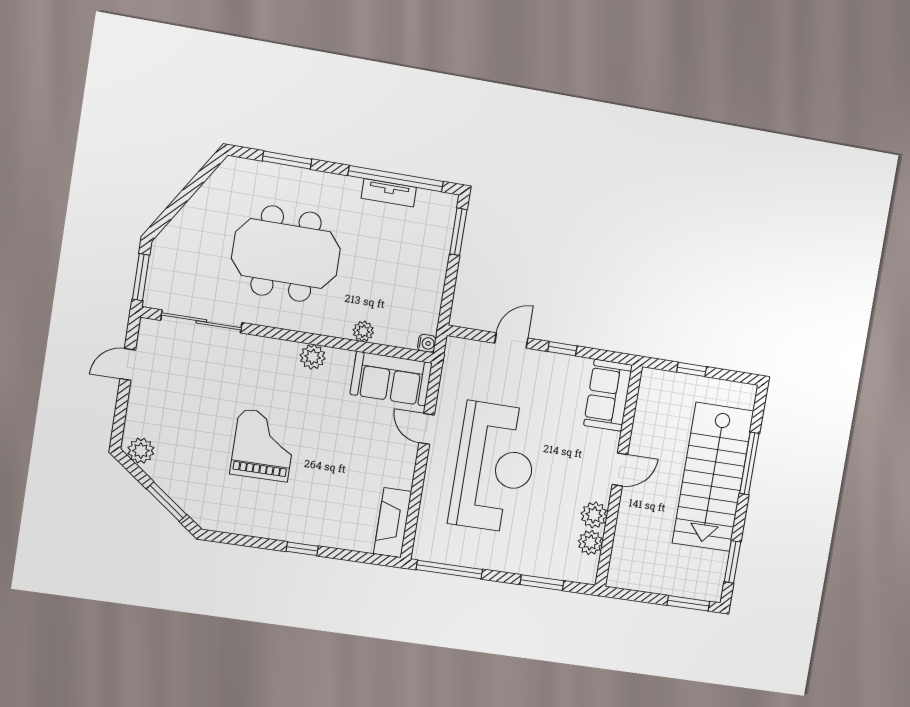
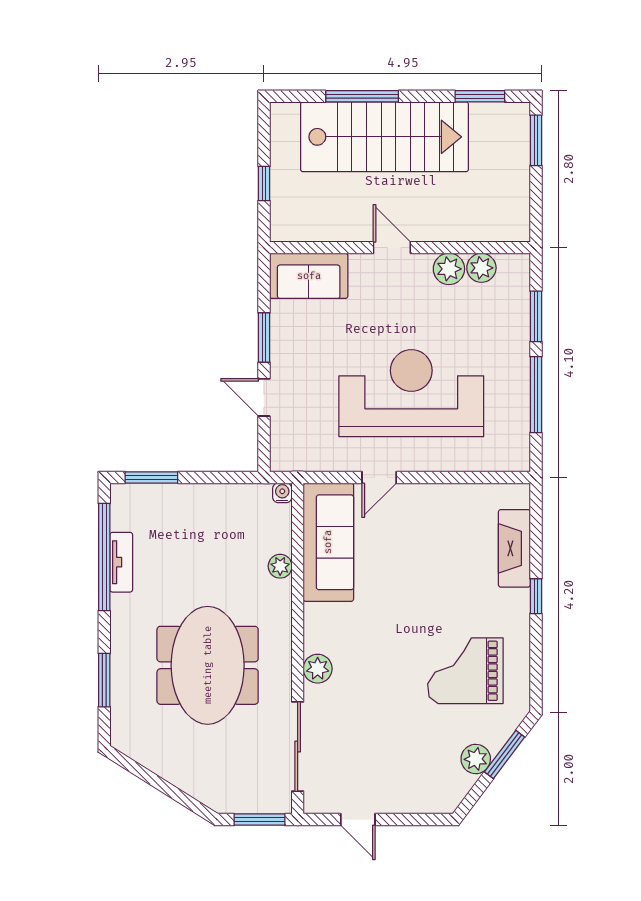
window: (562, 349) -> (264, 338), width x1.50
plant: (313, 357) -> (318, 669), moved
sofa: (391, 379) -> (328, 542), width x1.36
grand piano: (263, 445) -> (465, 671), moved
plant: (141, 451) -> (476, 759), moved
fireplace: (392, 523) -> (514, 548), moved, turned 90
window: (449, 570) -> (536, 395), moved

